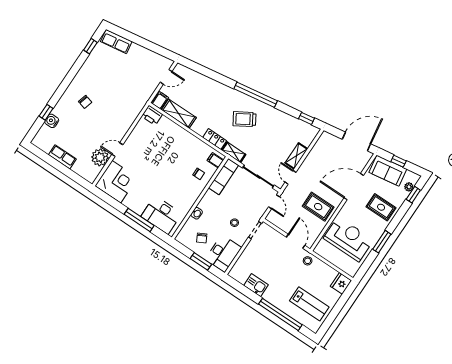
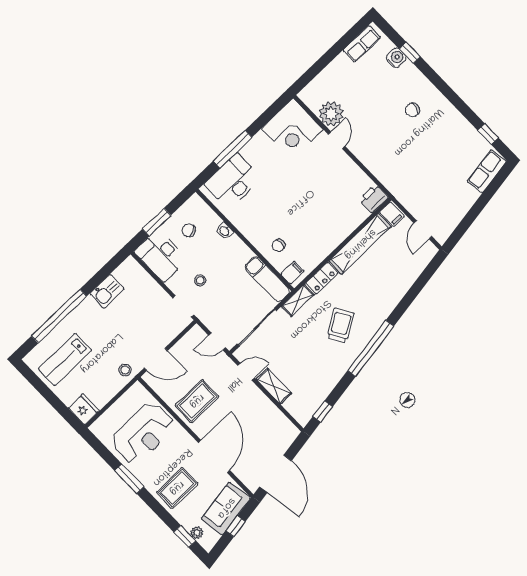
shelving: (179, 114) -> (360, 244), width x1.47
row of seats: (62, 157) -> (362, 44), moved

